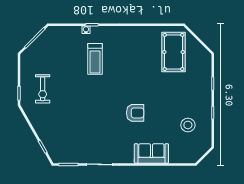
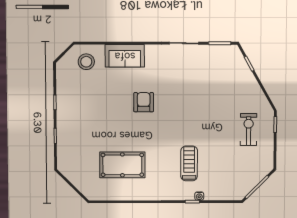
pool table: (174, 52) -> (122, 165), moved, turned 90
armchair: (135, 113) -> (144, 102), turned 90
stool: (188, 125) -> (86, 62), moved

